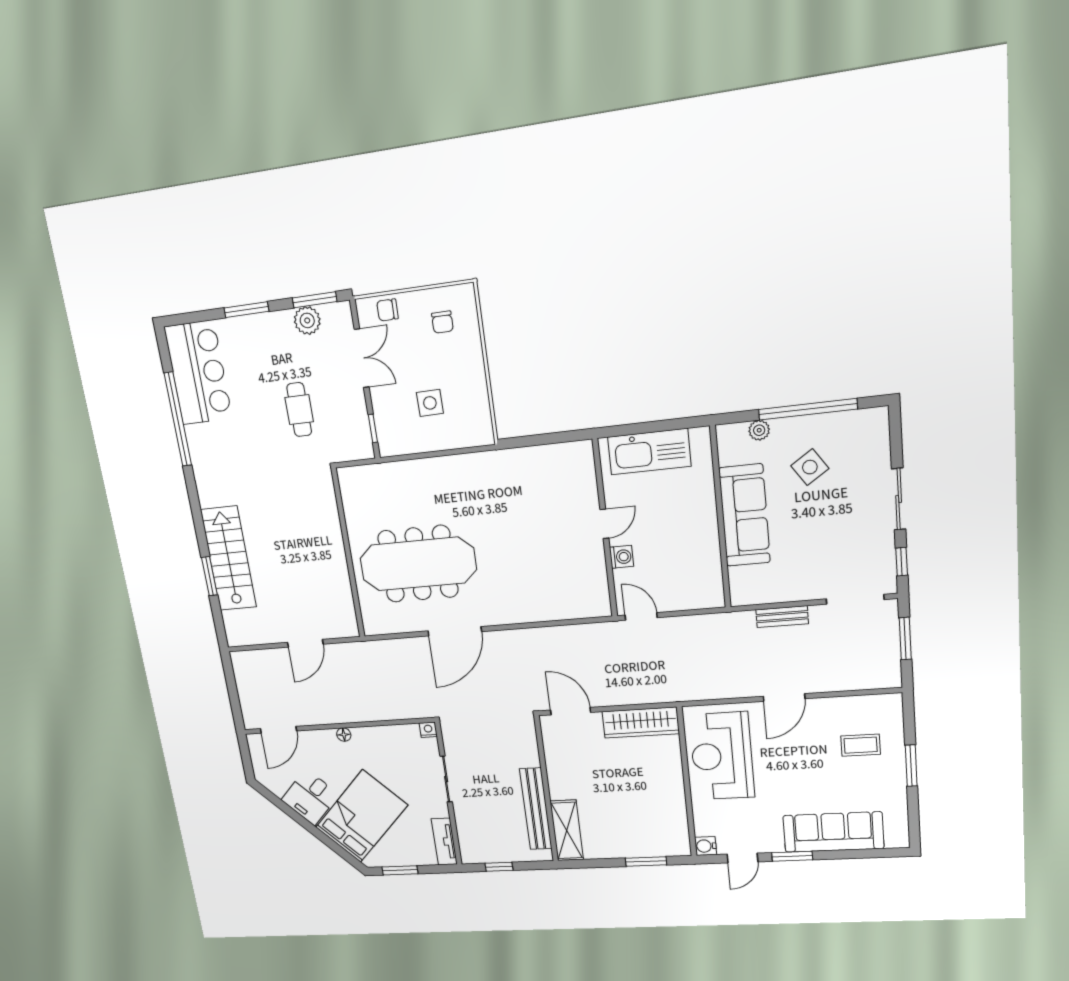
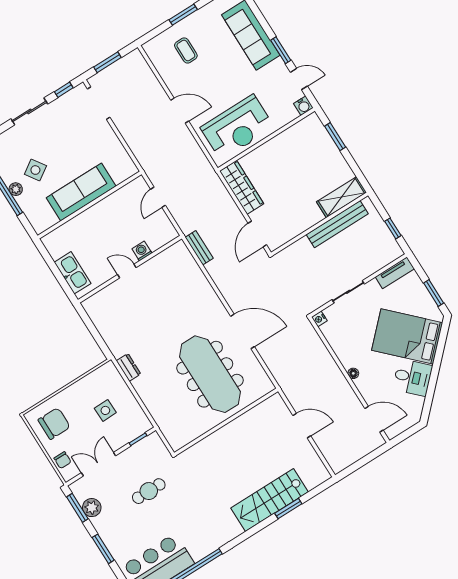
chair: (442, 322) -> (54, 424), width x1.87, depth x1.87
plant: (759, 430) -> (16, 189), moved
kitchen sink: (649, 452) -> (73, 273), width x0.73, depth x0.81
dresser: (474, 463) -> (129, 367), added
door: (641, 616) -> (158, 197), moved
bench: (782, 617) -> (199, 248), moved

